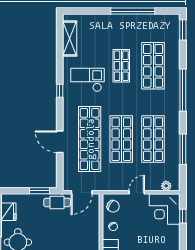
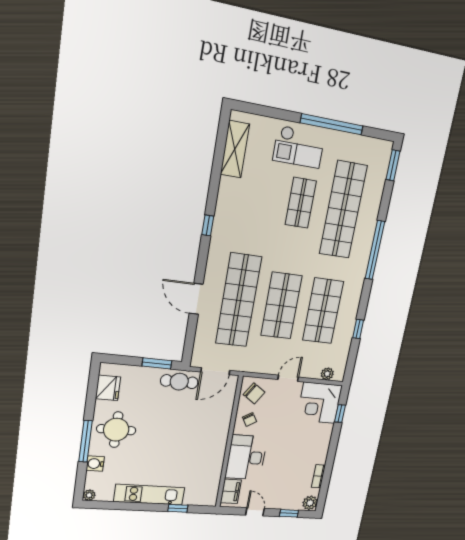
shop shelf: (153, 66) -> (343, 210), width x1.40
checkout: (88, 80) -> (299, 147), moved, turned 180
window: (183, 149) -> (358, 329), width x0.46

